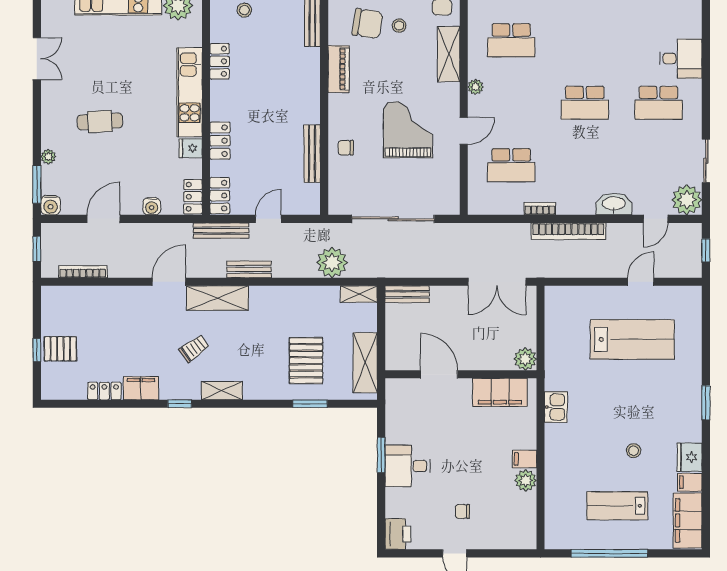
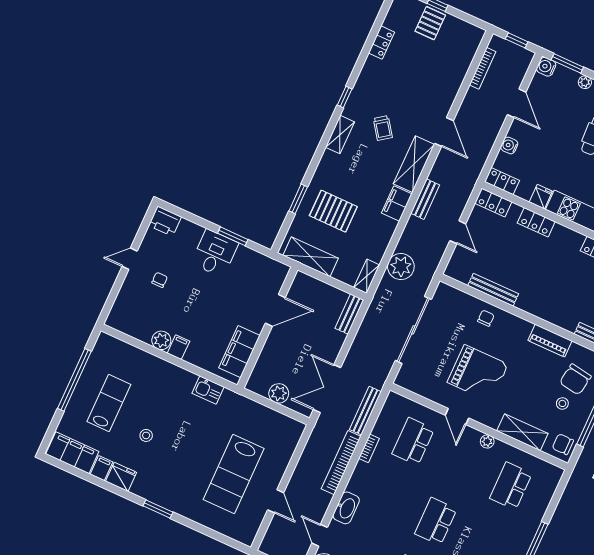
bench: (221, 231) -> (365, 411), moved
plant: (525, 359) -> (279, 393), moved
filing cabinet: (141, 388) -> (397, 204), moved, turned 180

